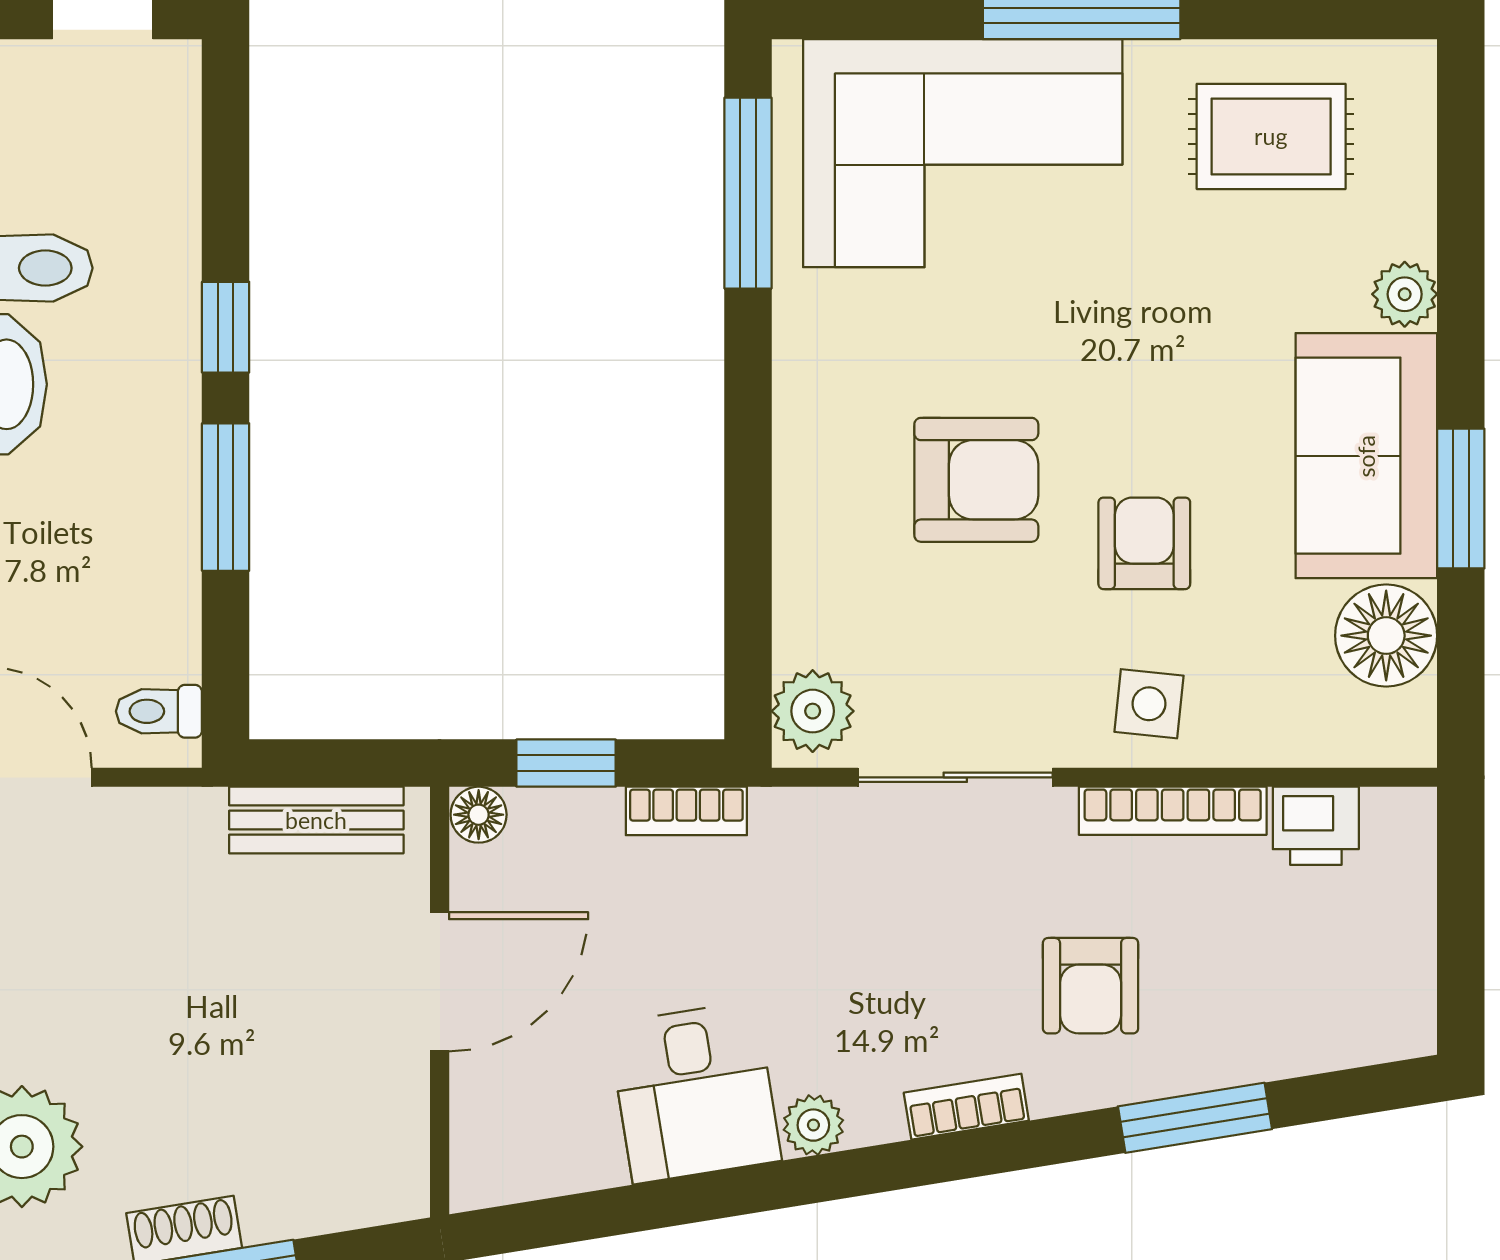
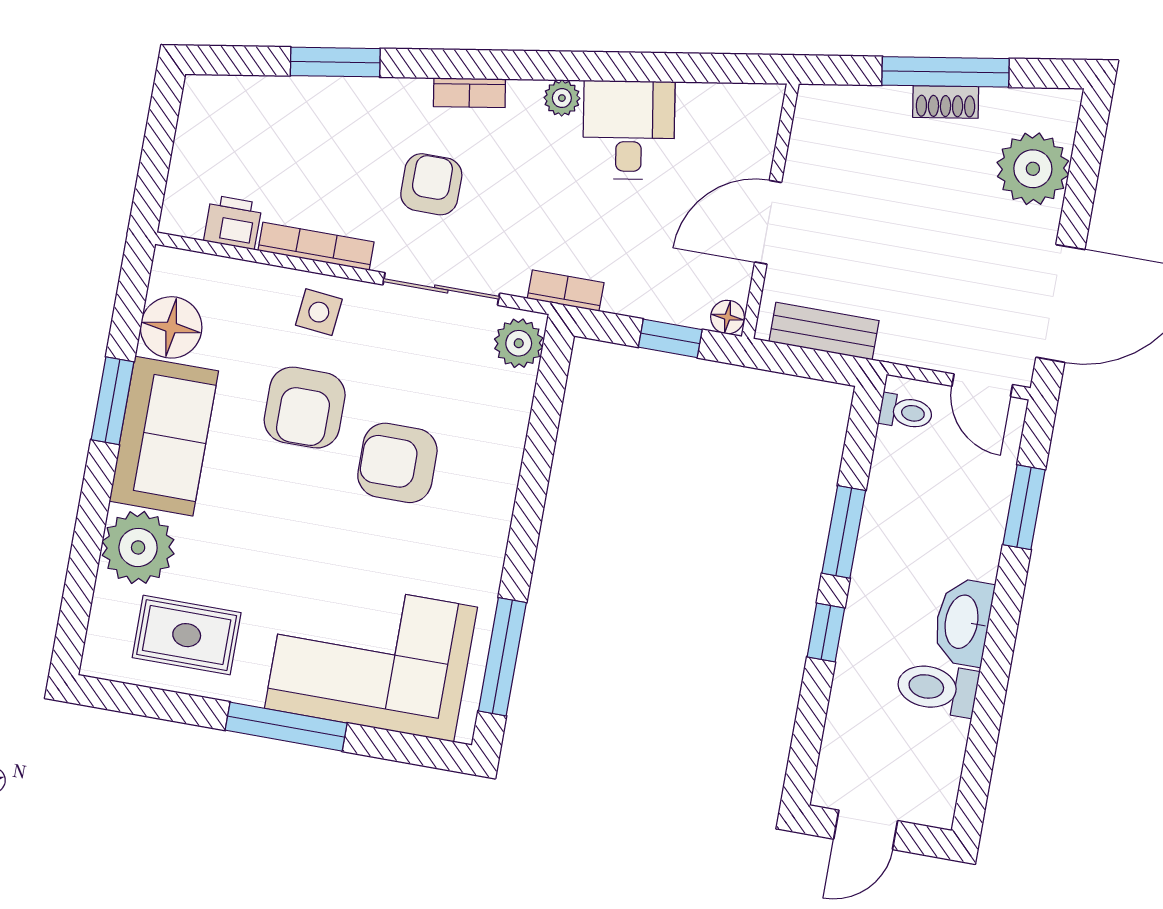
plant: (1405, 294) -> (138, 547), width x1.88, depth x1.88
armchair: (1144, 543) -> (305, 408), width x1.38, depth x1.38
bookcase: (686, 811) -> (566, 291), moved
armchair: (1091, 986) -> (431, 184), moved

